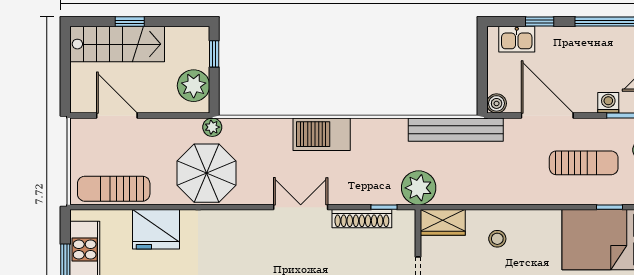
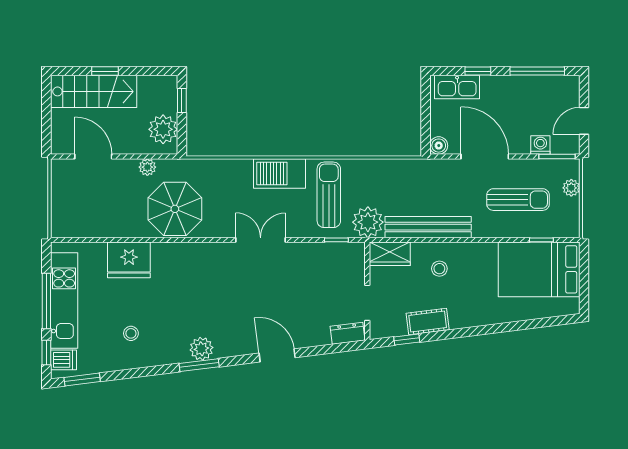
kitchen sink: (517, 39) -> (457, 87), width x1.38
plant: (212, 127) -> (147, 167), moved
bench: (456, 130) -> (428, 227), moved
sun lounger: (114, 189) -> (329, 195), moved, turned 90
shoe rack: (362, 219) -> (316, 250), removed

